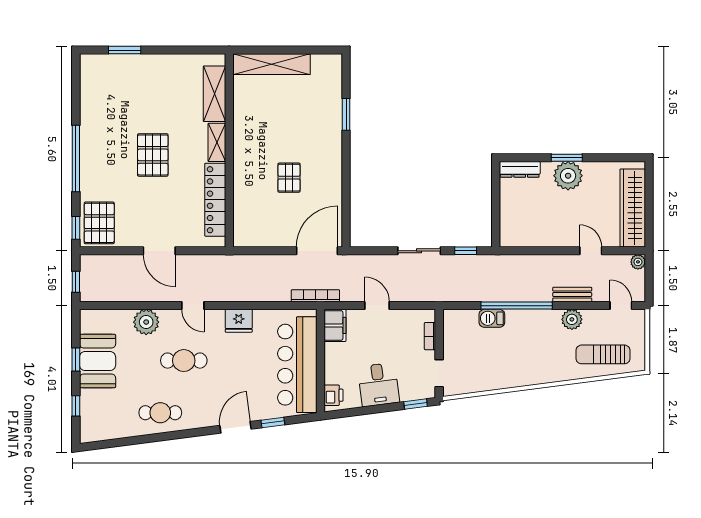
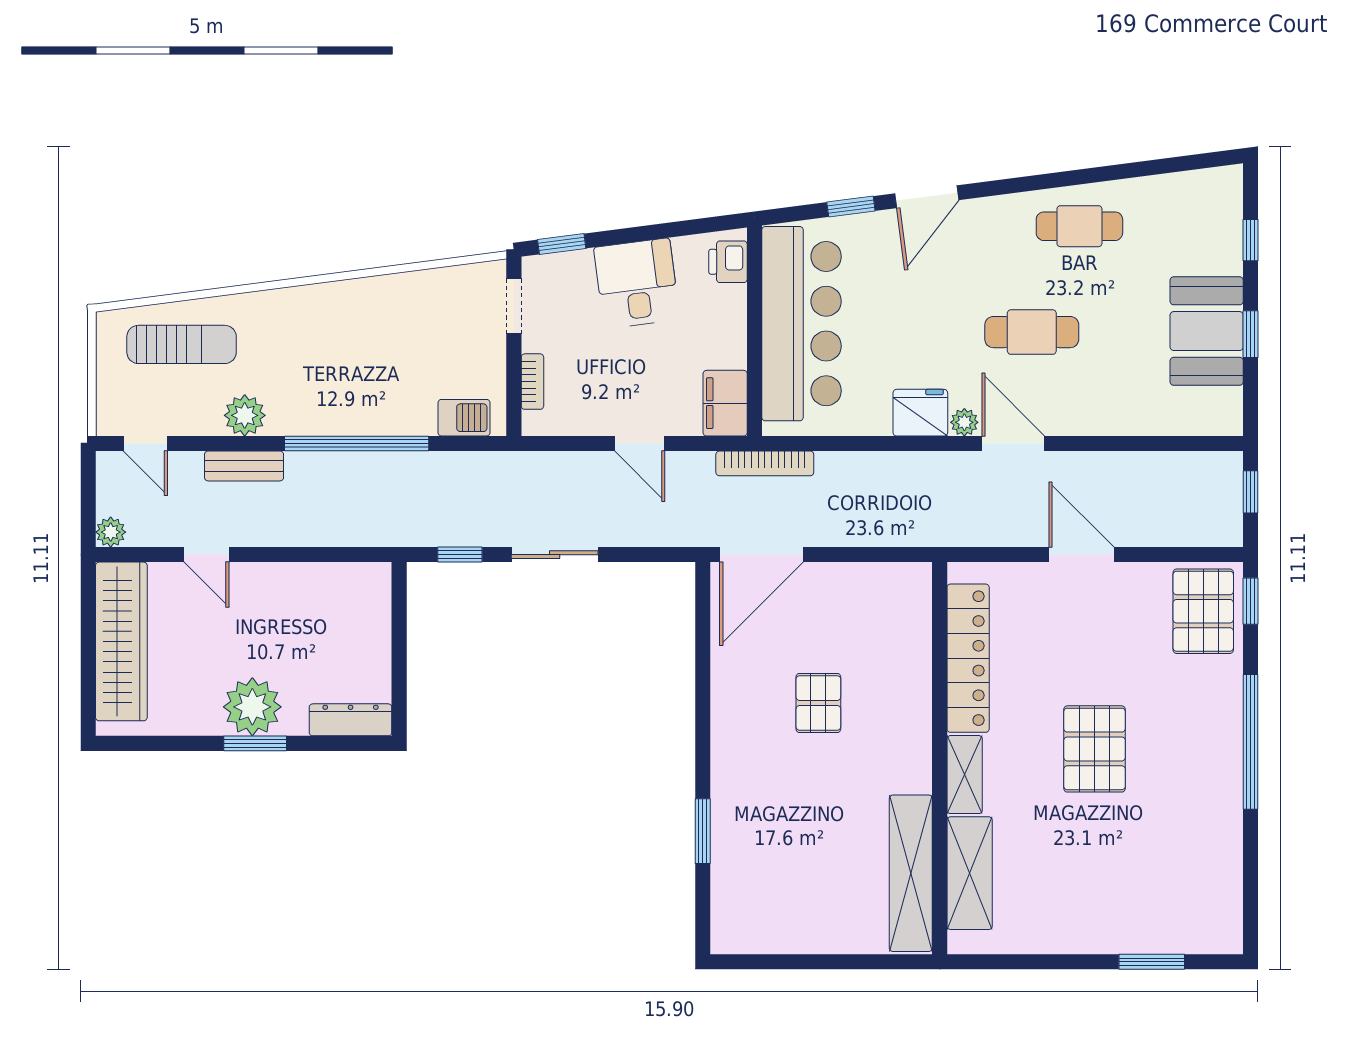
shelving: (272, 64) -> (911, 873), moved, turned 90
door: (193, 306) -> (1013, 444), width x1.38
barbecue: (492, 318) -> (464, 418), moved
plant: (146, 322) -> (964, 422), moved, width x0.53, depth x0.53

